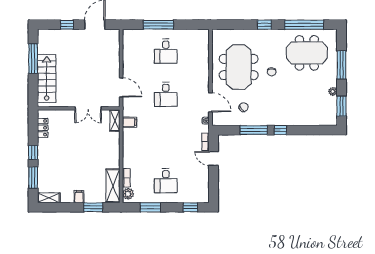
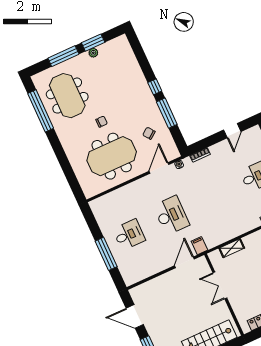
window: (264, 25) -> (58, 150), removed
desk: (166, 94) -> (171, 215), width x1.37
window: (341, 106) -> (93, 43), moved
double door: (88, 108) -> (220, 285), swing flipped
shelving: (115, 120) -> (232, 248), moved
filing cabinet: (129, 122) -> (199, 246), moved
door: (214, 159) -> (232, 131), moved

